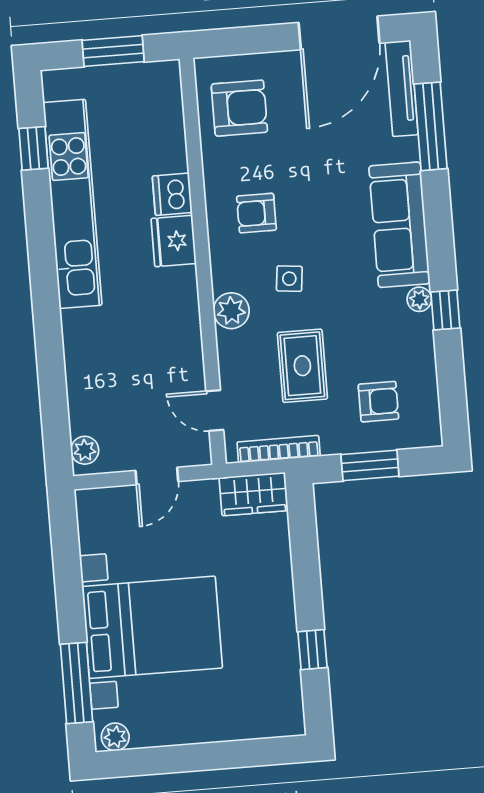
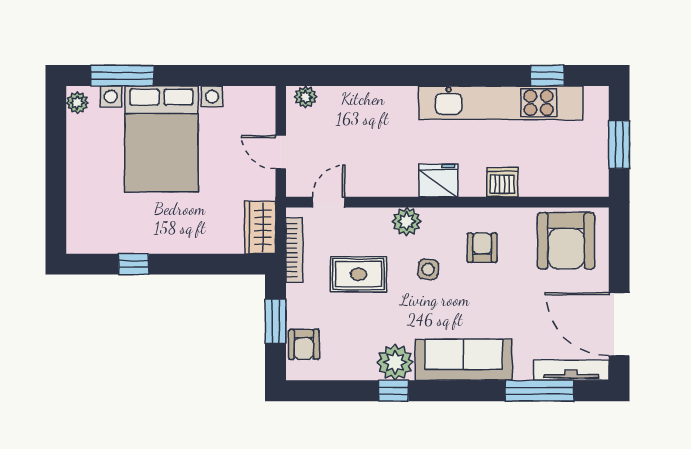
armchair: (239, 108) -> (566, 241), width x1.36, depth x1.36
fridge: (174, 241) -> (438, 180), moved
plant: (419, 299) -> (395, 362), width x1.87, depth x1.87
armchair: (378, 402) -> (304, 344), moved

